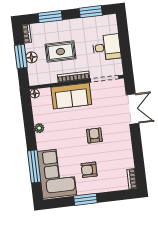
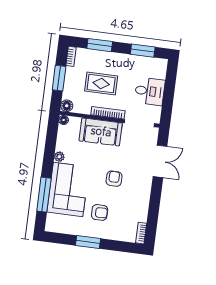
floor lamp: (31, 57) -> (67, 106), moved
armchair: (89, 170) -> (100, 212), turned 180
corner sofa: (57, 173) -> (68, 189), moved

